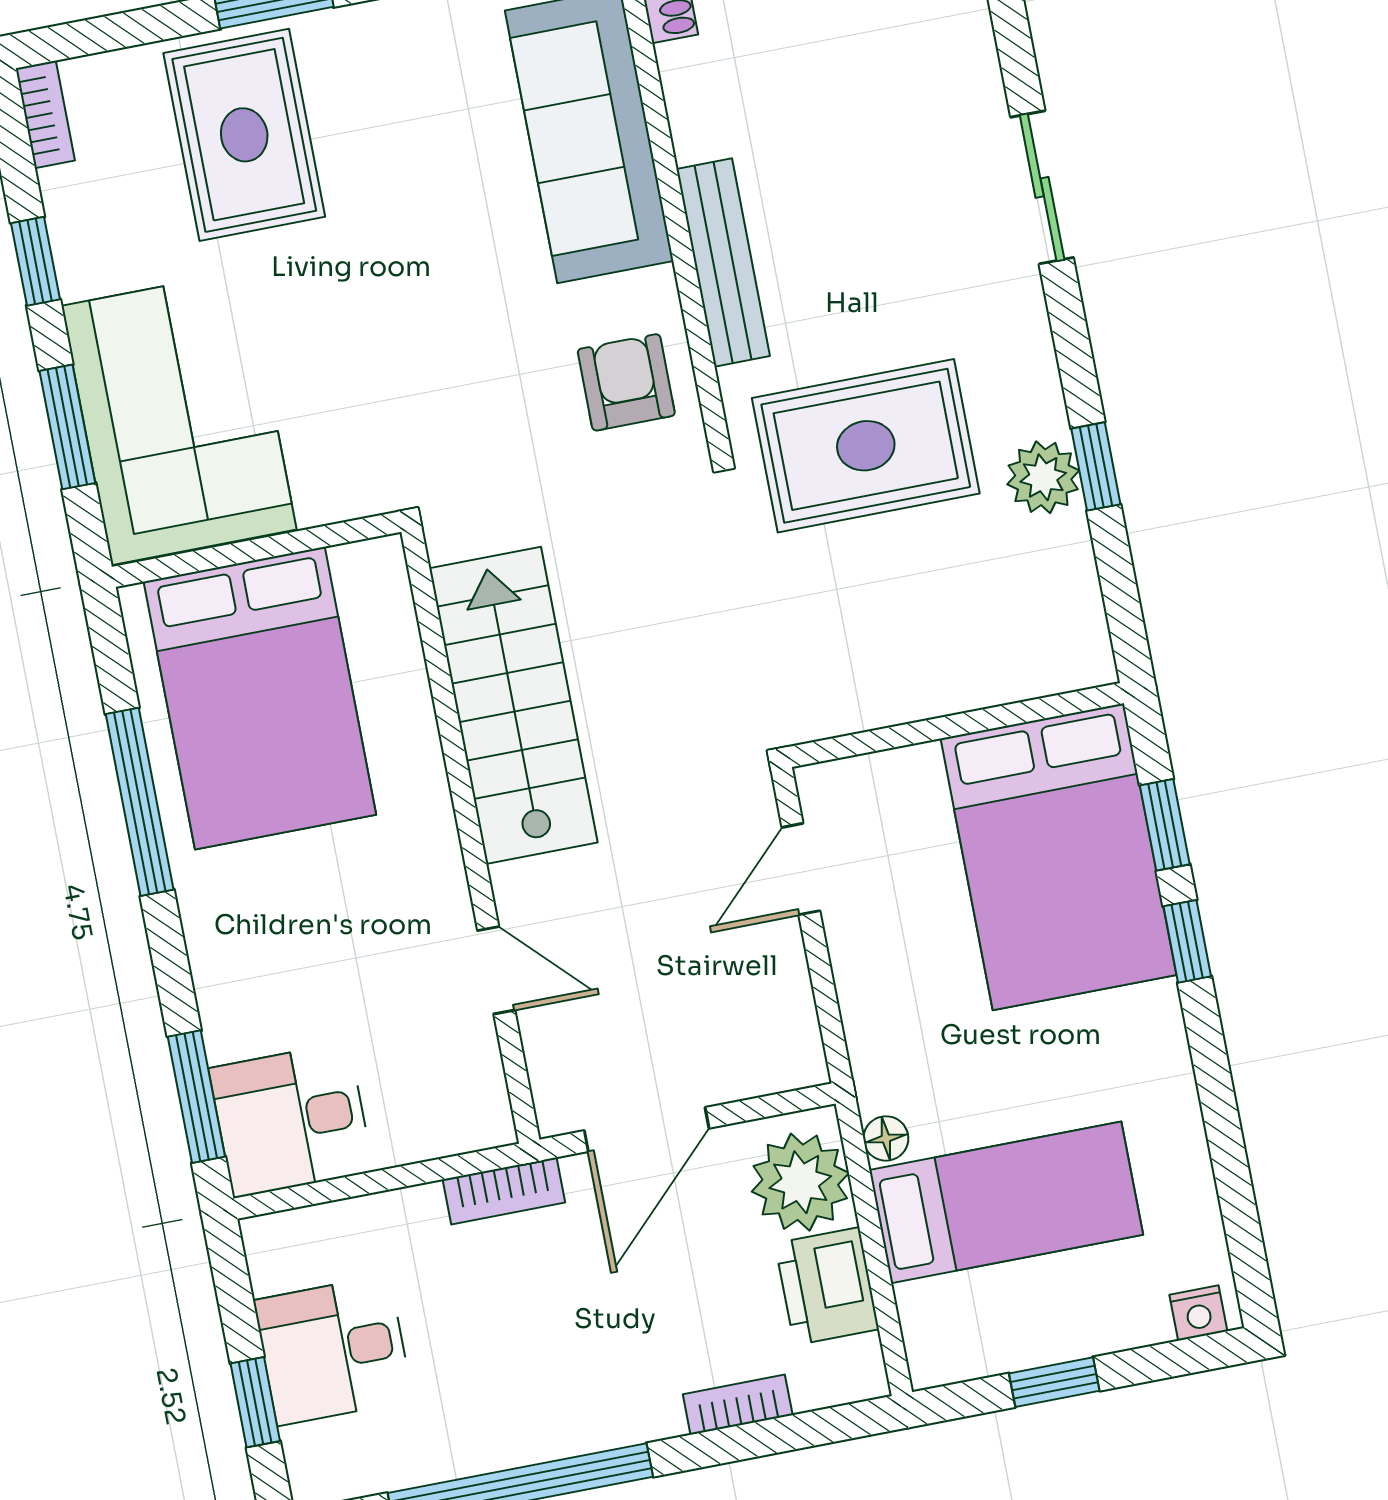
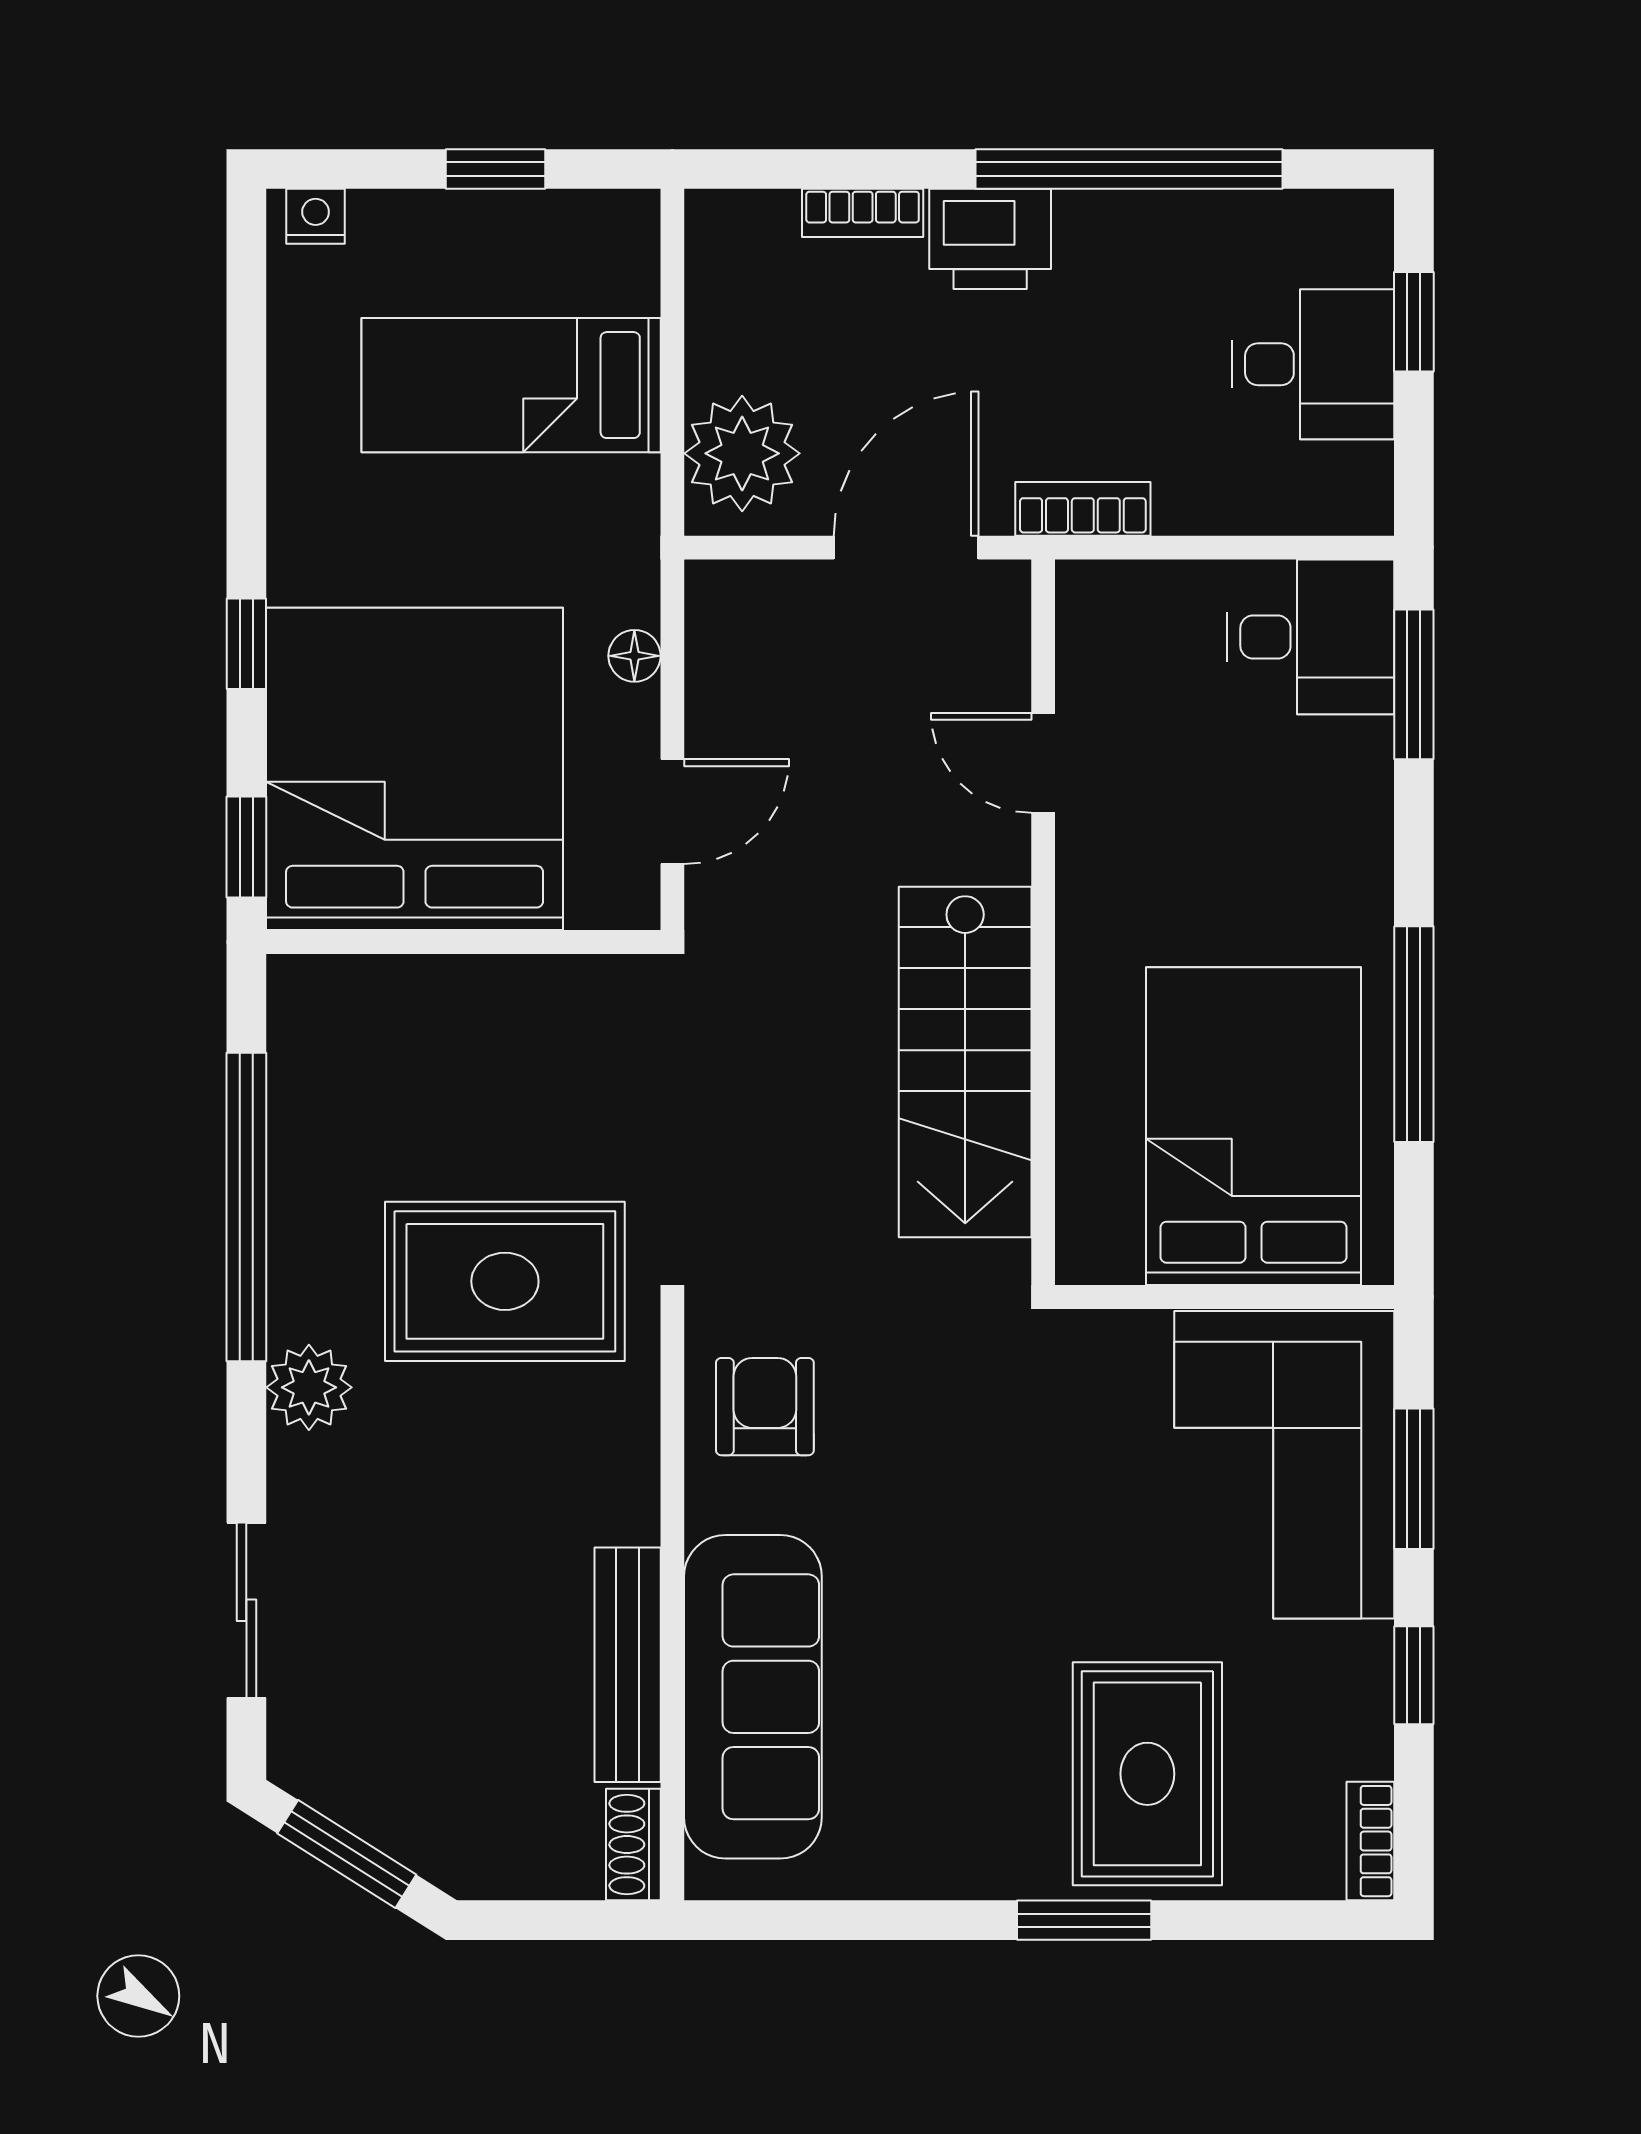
sliding door: (1042, 187) -> (246, 1610), moved
bench: (723, 263) -> (628, 1665), moved
armchair: (626, 382) -> (765, 1407), turned 180
window: (1096, 466) -> (246, 1207), width x3.17
plant: (1043, 477) -> (309, 1387), moved
window: (1165, 825) -> (246, 847), moved
bed: (1059, 857) -> (415, 769), width x1.36
floor lamp: (886, 1138) -> (634, 656), moved
printer: (827, 1286) -> (990, 239), moved, turned 90

